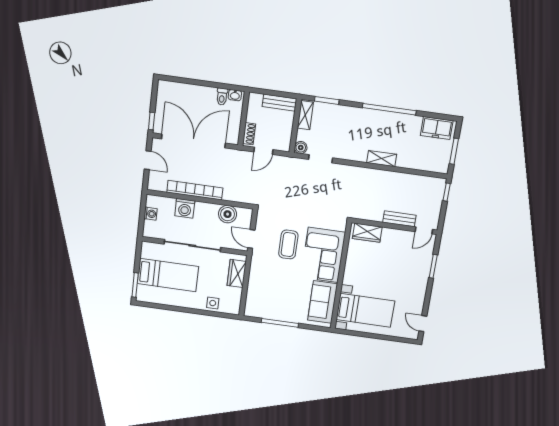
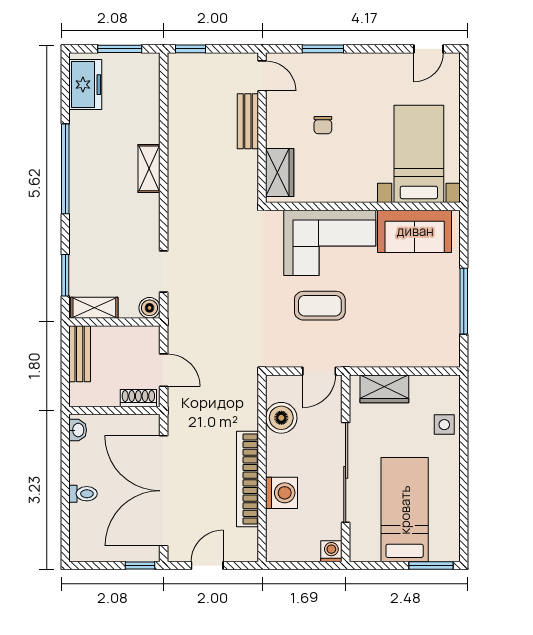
toilet: (222, 97) -> (83, 494), moved
washing machine: (150, 214) -> (331, 551), moved
chair: (390, 260) -> (323, 125), added

